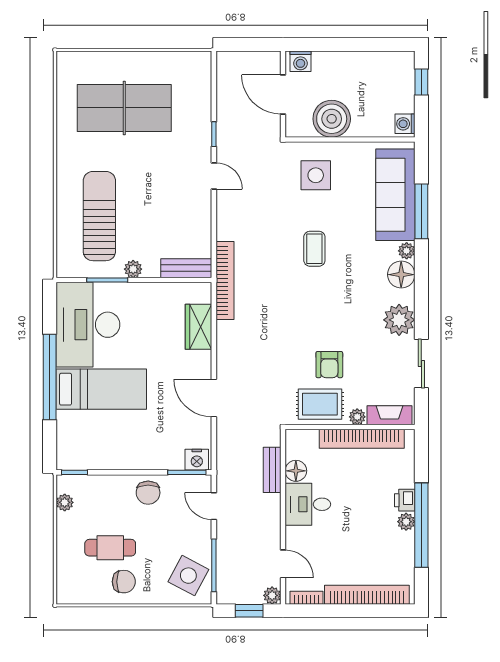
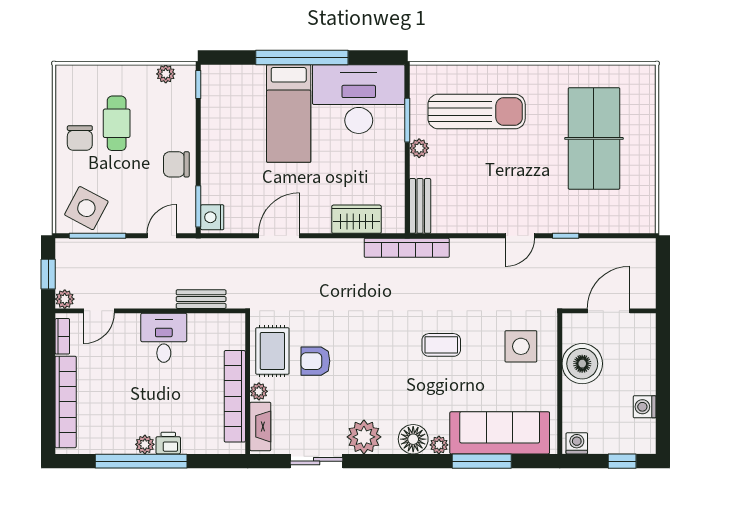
washing machine: (300, 61) -> (645, 407), moved
floor lamp: (296, 471) -> (200, 325), removed

